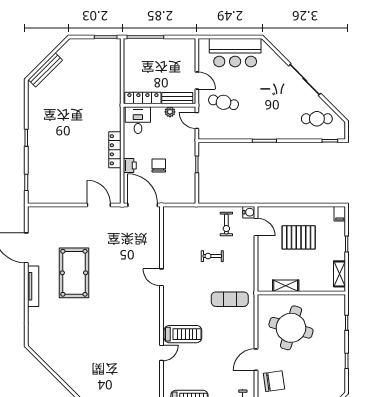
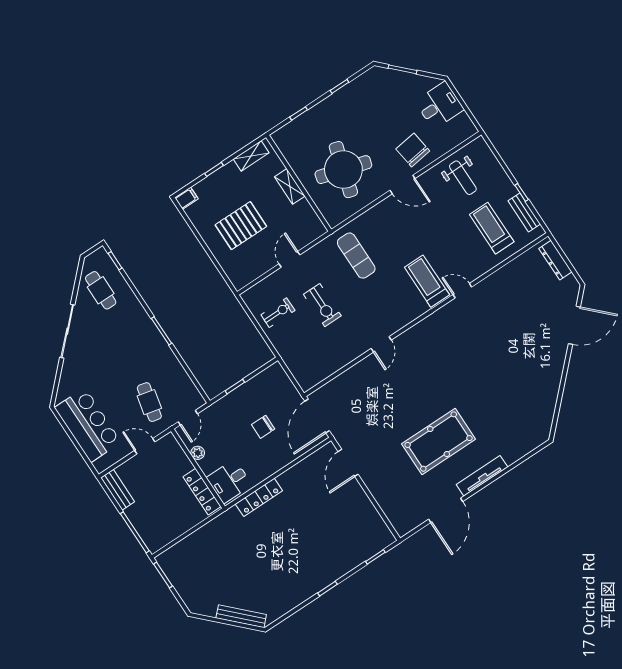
door: (197, 81) -> (145, 446), hinge flipped
bench: (177, 98) -> (118, 490), moved
locker: (115, 150) -> (259, 497), moved
printer: (130, 165) -> (284, 458), removed
water cooler: (249, 212) -> (249, 297), removed
door: (256, 227) -> (289, 259), moved
pallet: (299, 237) -> (241, 226), turned 90
exercise bike: (212, 256) -> (322, 305), width x1.38, depth x1.39
shelving: (286, 286) -> (290, 186), moved

